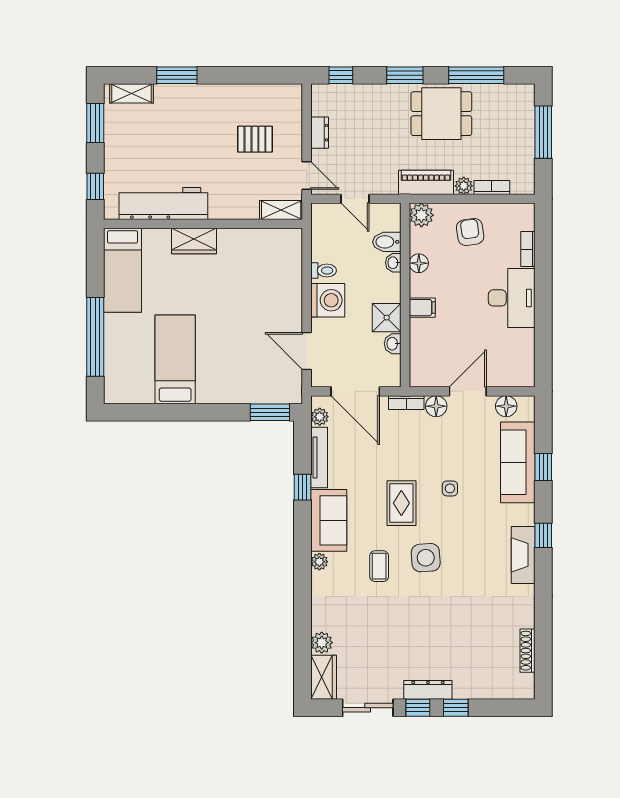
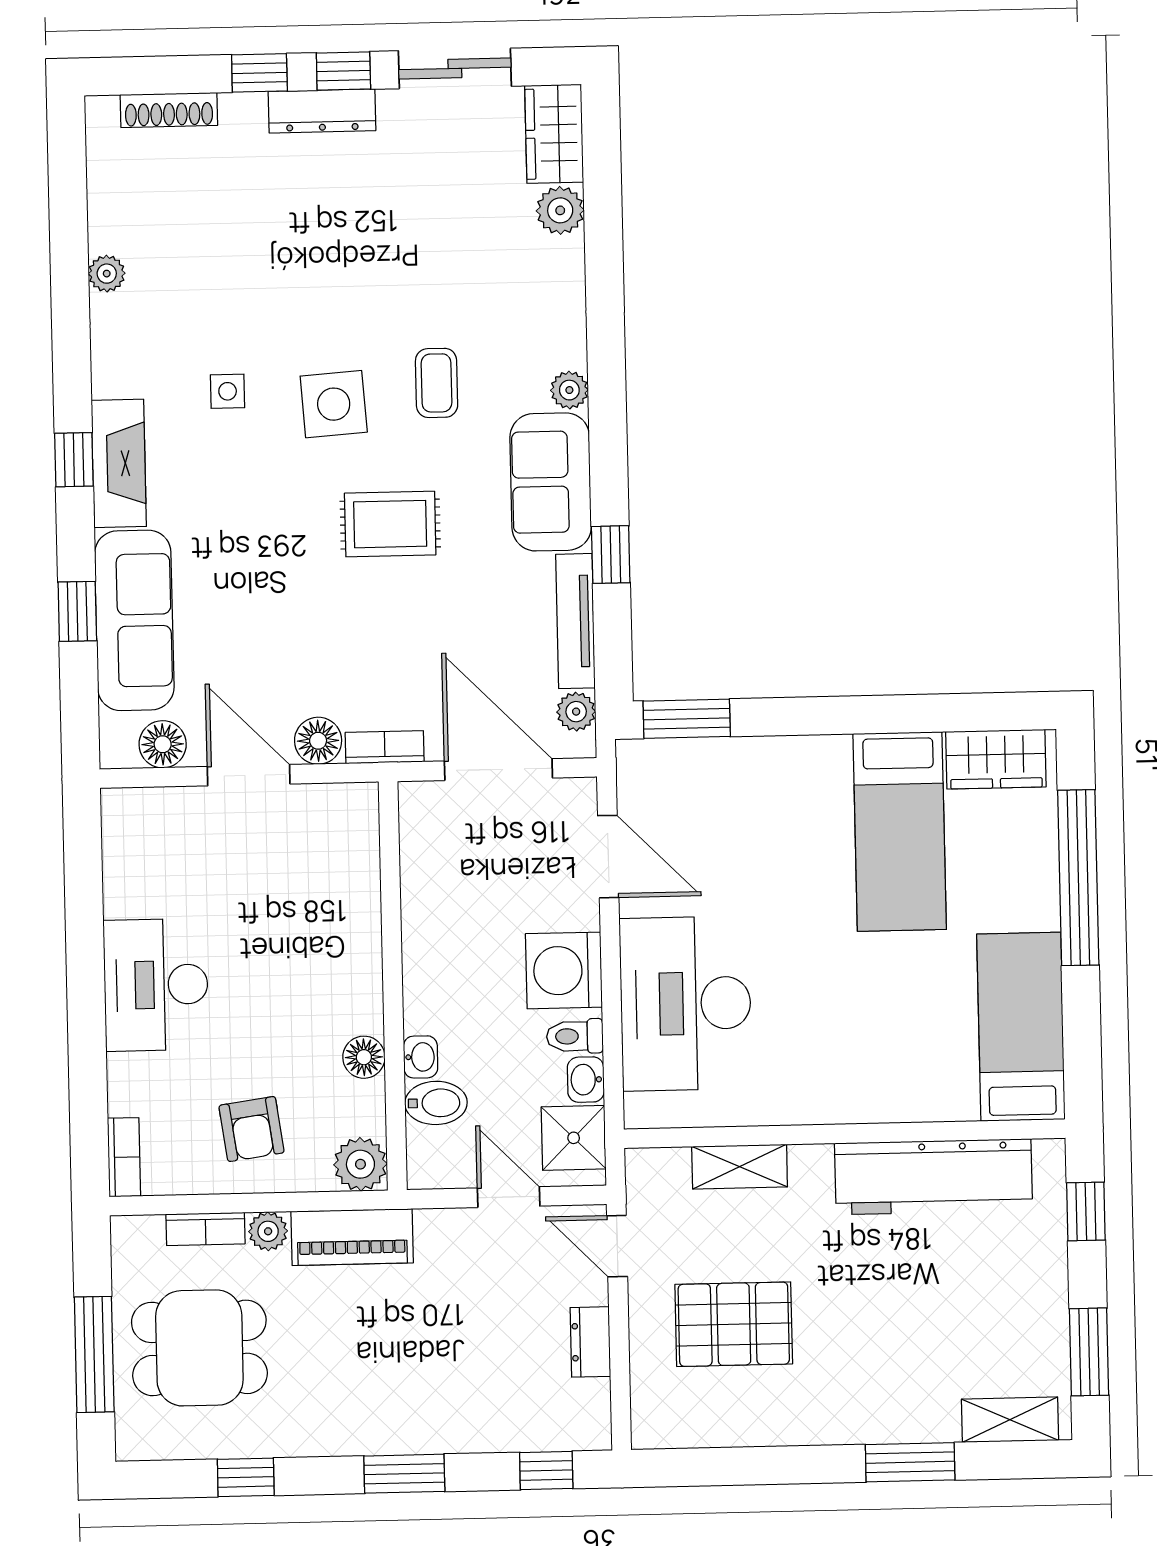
window: (476, 75) -> (246, 1477), width x0.46
dining table: (441, 114) -> (199, 1348), moved
pallet: (255, 139) -> (734, 1324), width x1.50, depth x1.42
shelving: (281, 210) -> (740, 1167), moved
wardrobe: (194, 241) -> (996, 759), moved, turned 180
bookcase: (528, 249) -> (124, 1157), moved
desk: (273, 284) -> (686, 1004), added
filing cabinet: (422, 308) -> (354, 959), removed
shower: (387, 318) -> (574, 1138), moved
washbasin: (393, 344) -> (586, 1080), moved, turned 180
door: (468, 391) -> (249, 775), swing flipped
side table: (450, 488) -> (228, 391), moved
rug: (401, 503) -> (390, 524), turned 90
fireplace: (523, 555) -> (119, 463), moved
plant: (527, 619) -> (107, 274), added
shoe rack: (528, 651) -> (169, 110), moved, turned 90

